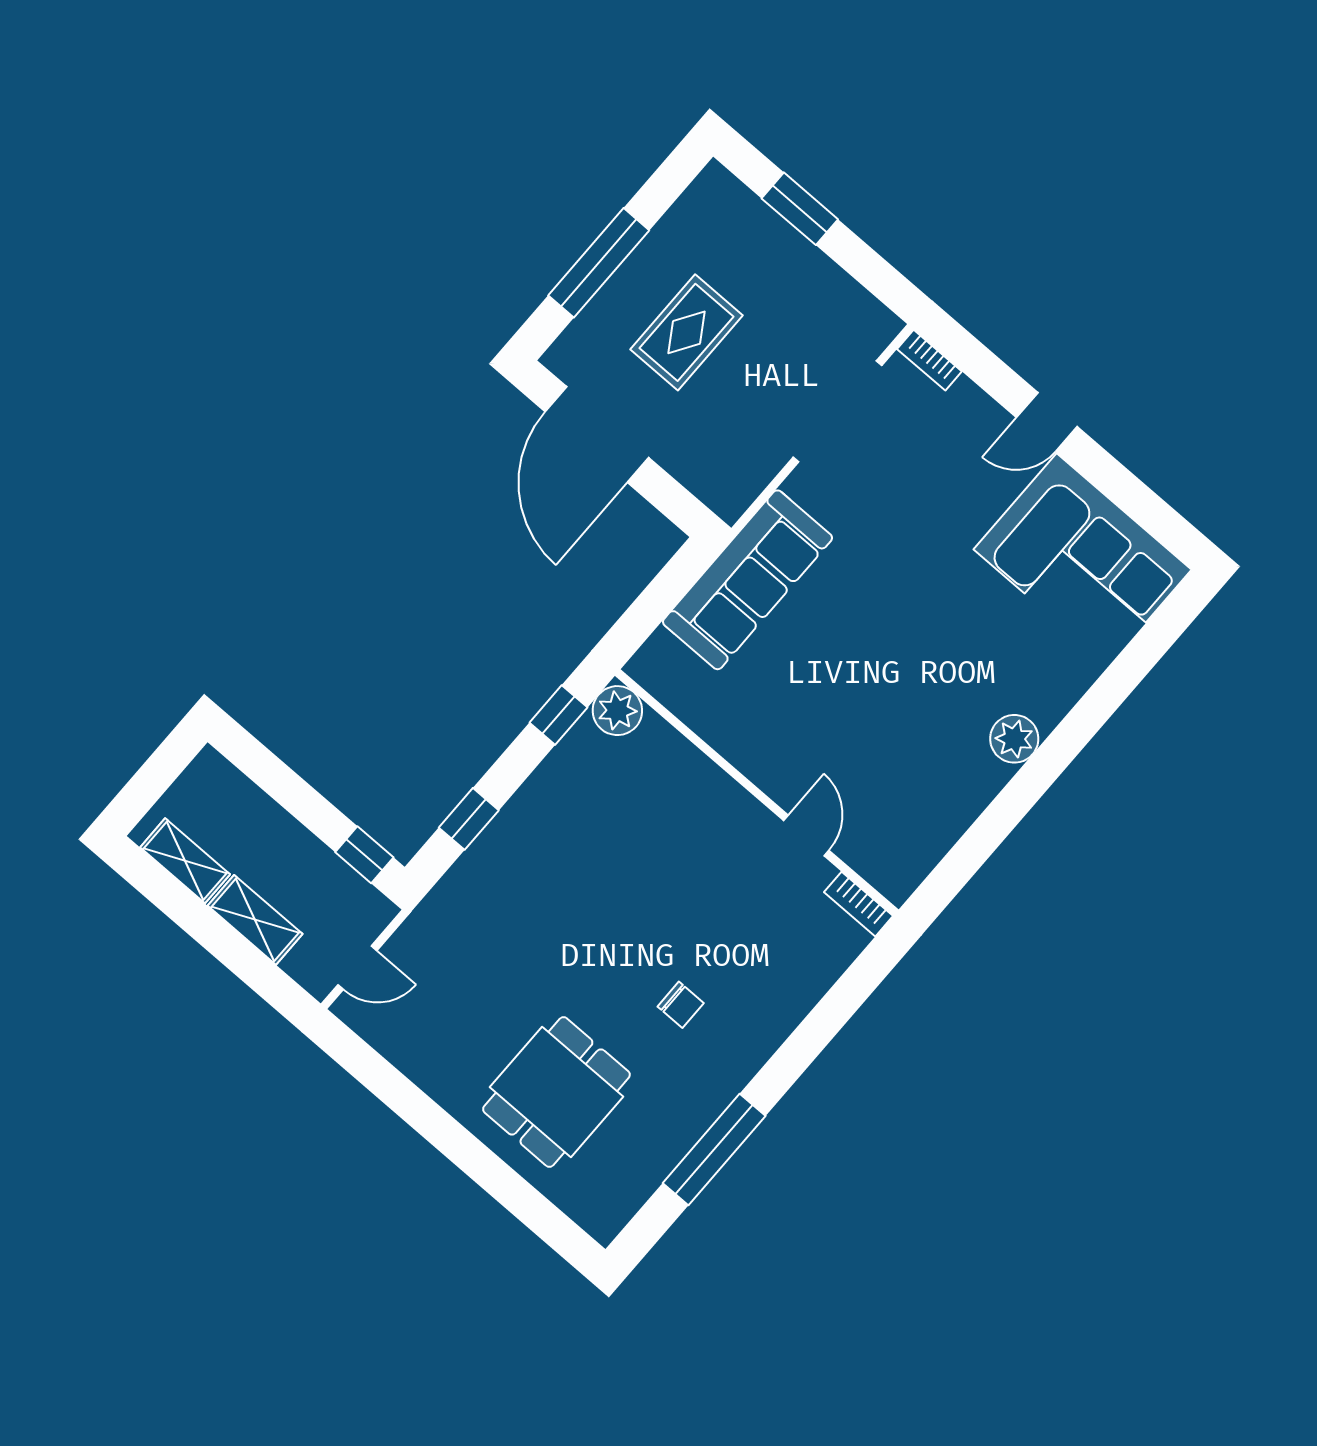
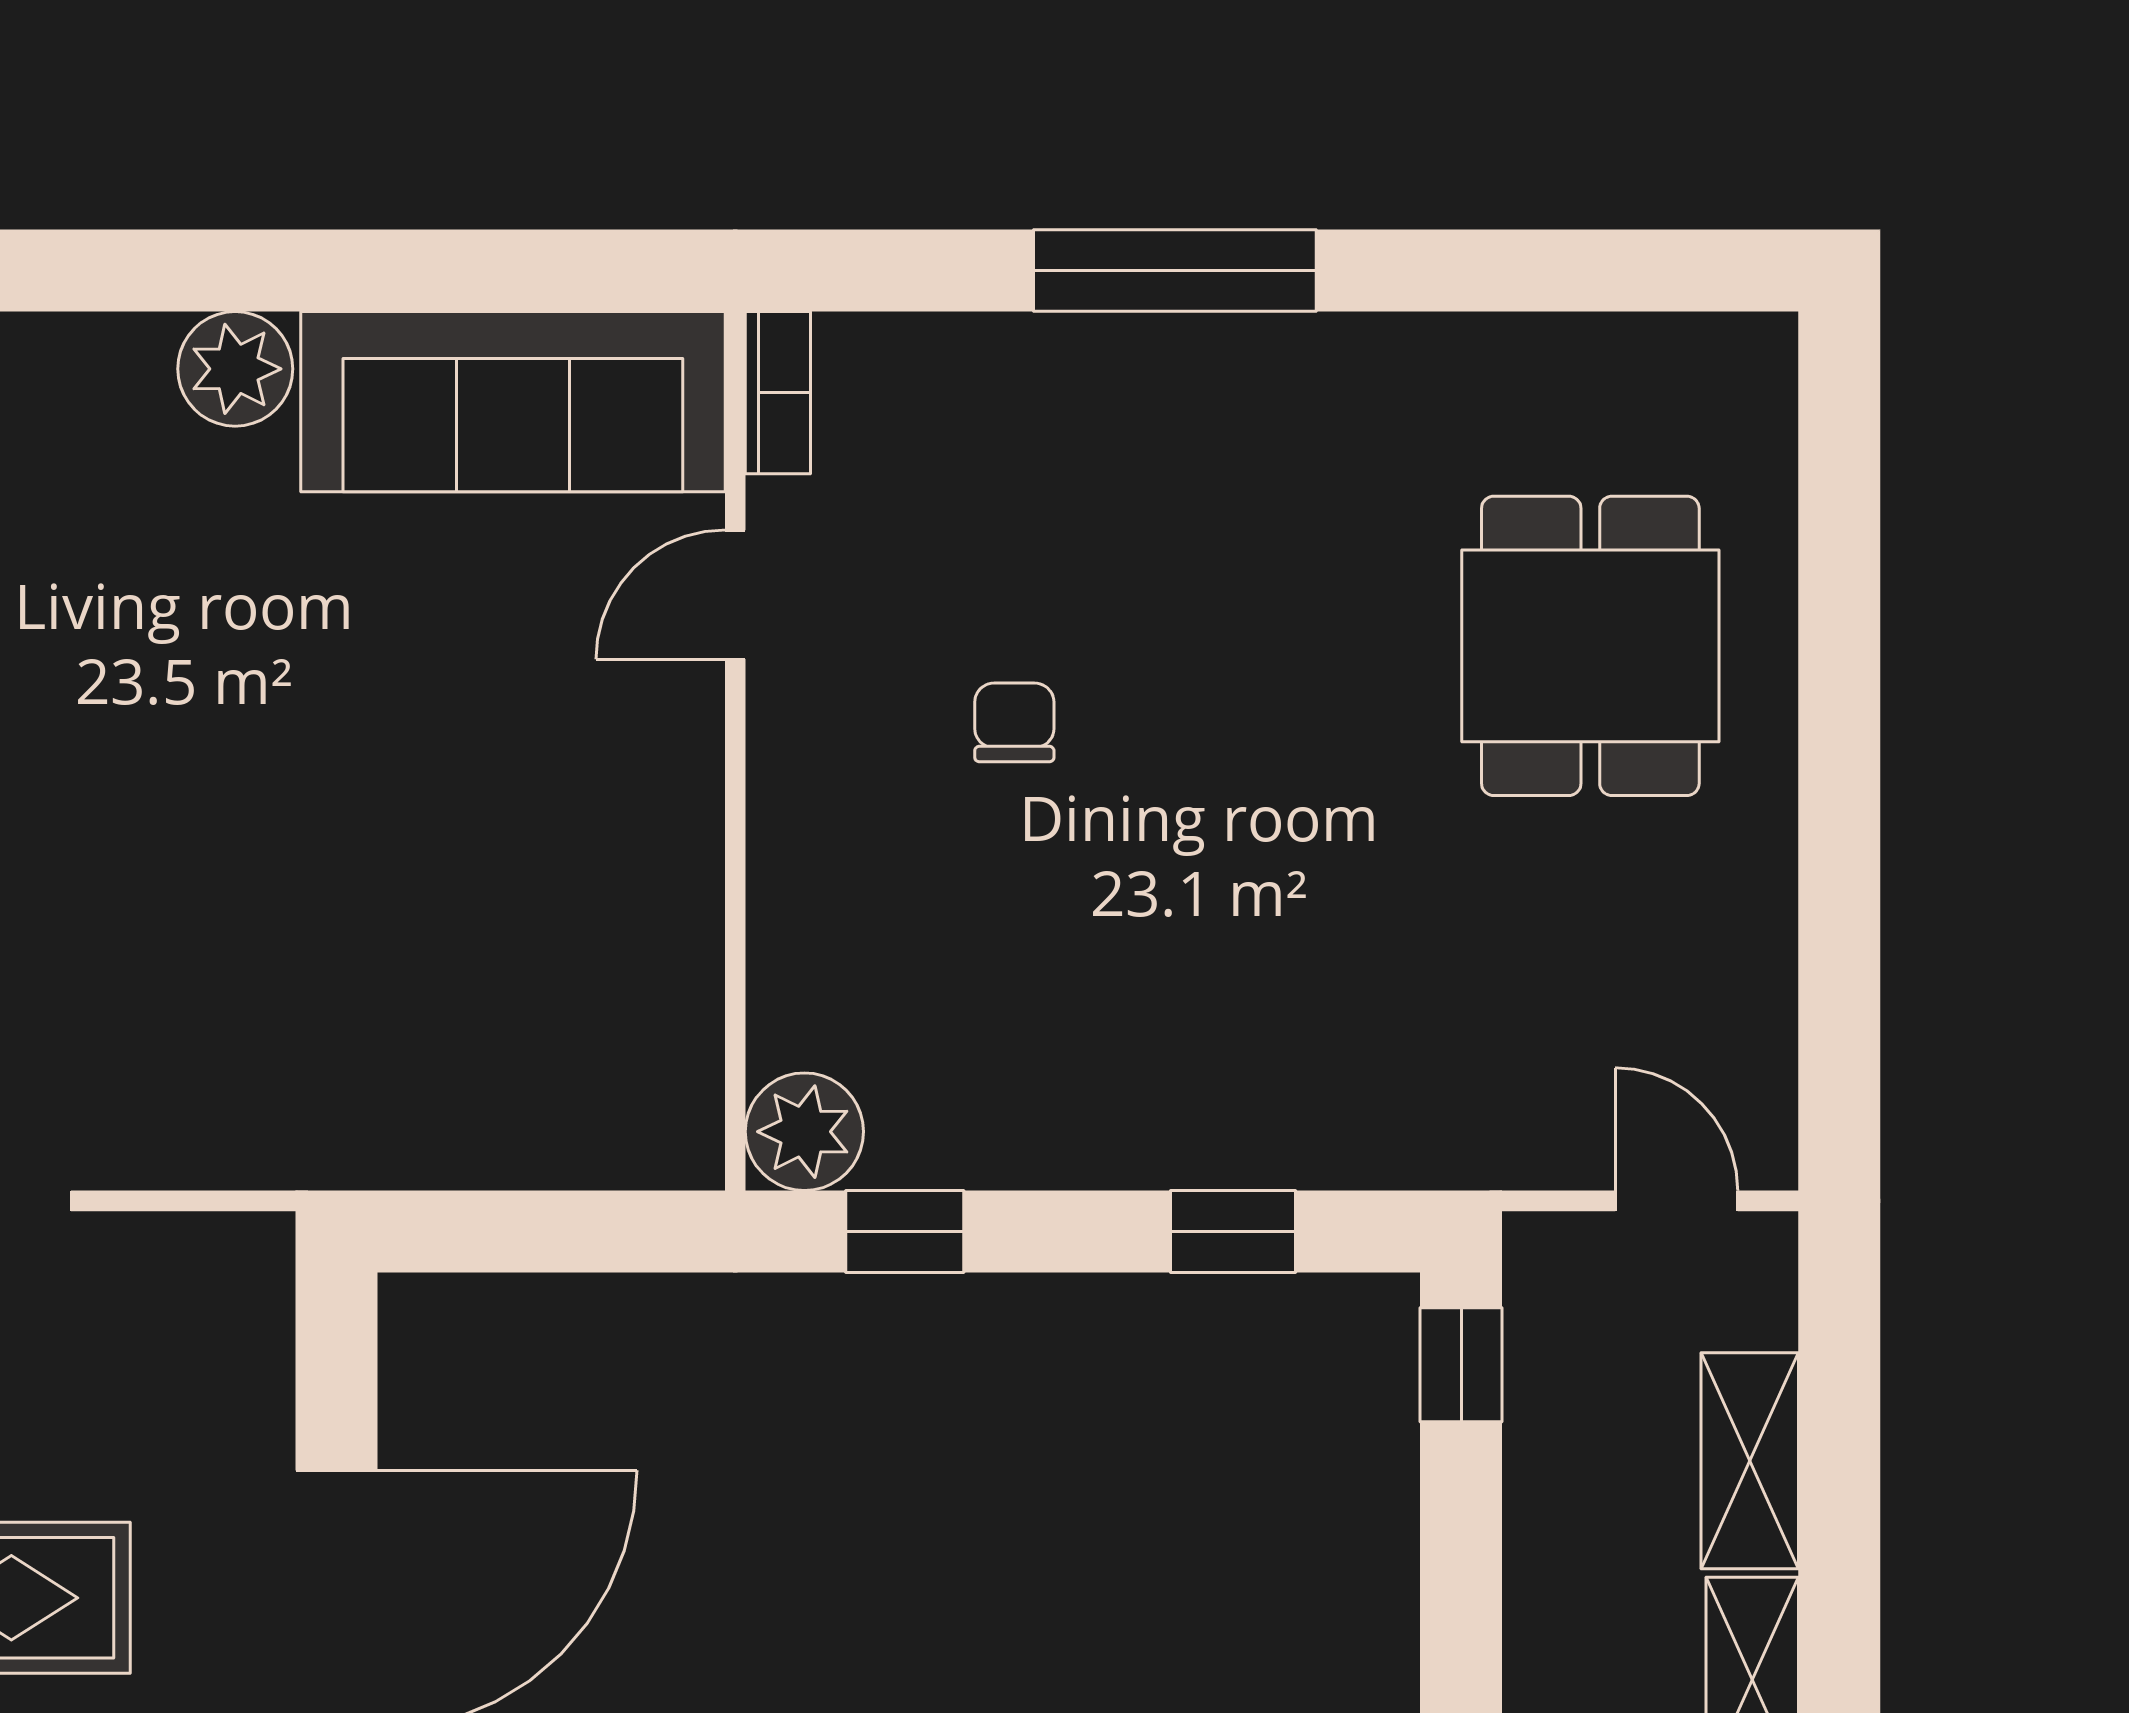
sofa: (748, 580) -> (513, 402), moved, turned 180
chair: (681, 1005) -> (1014, 722), moved
dining table: (556, 1092) -> (1590, 646), turned 90
window: (714, 1150) -> (1175, 271), moved

